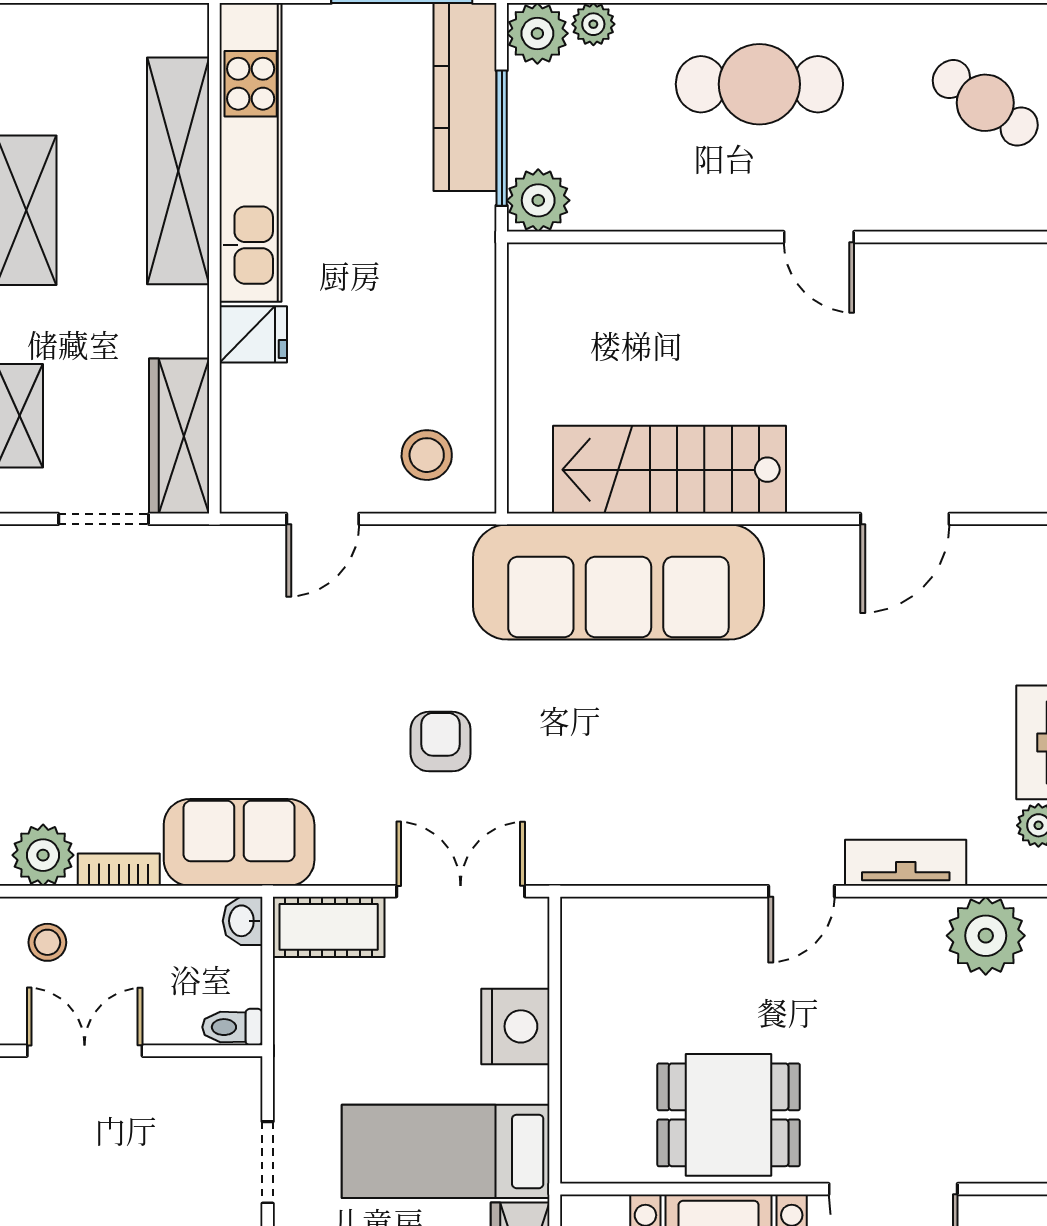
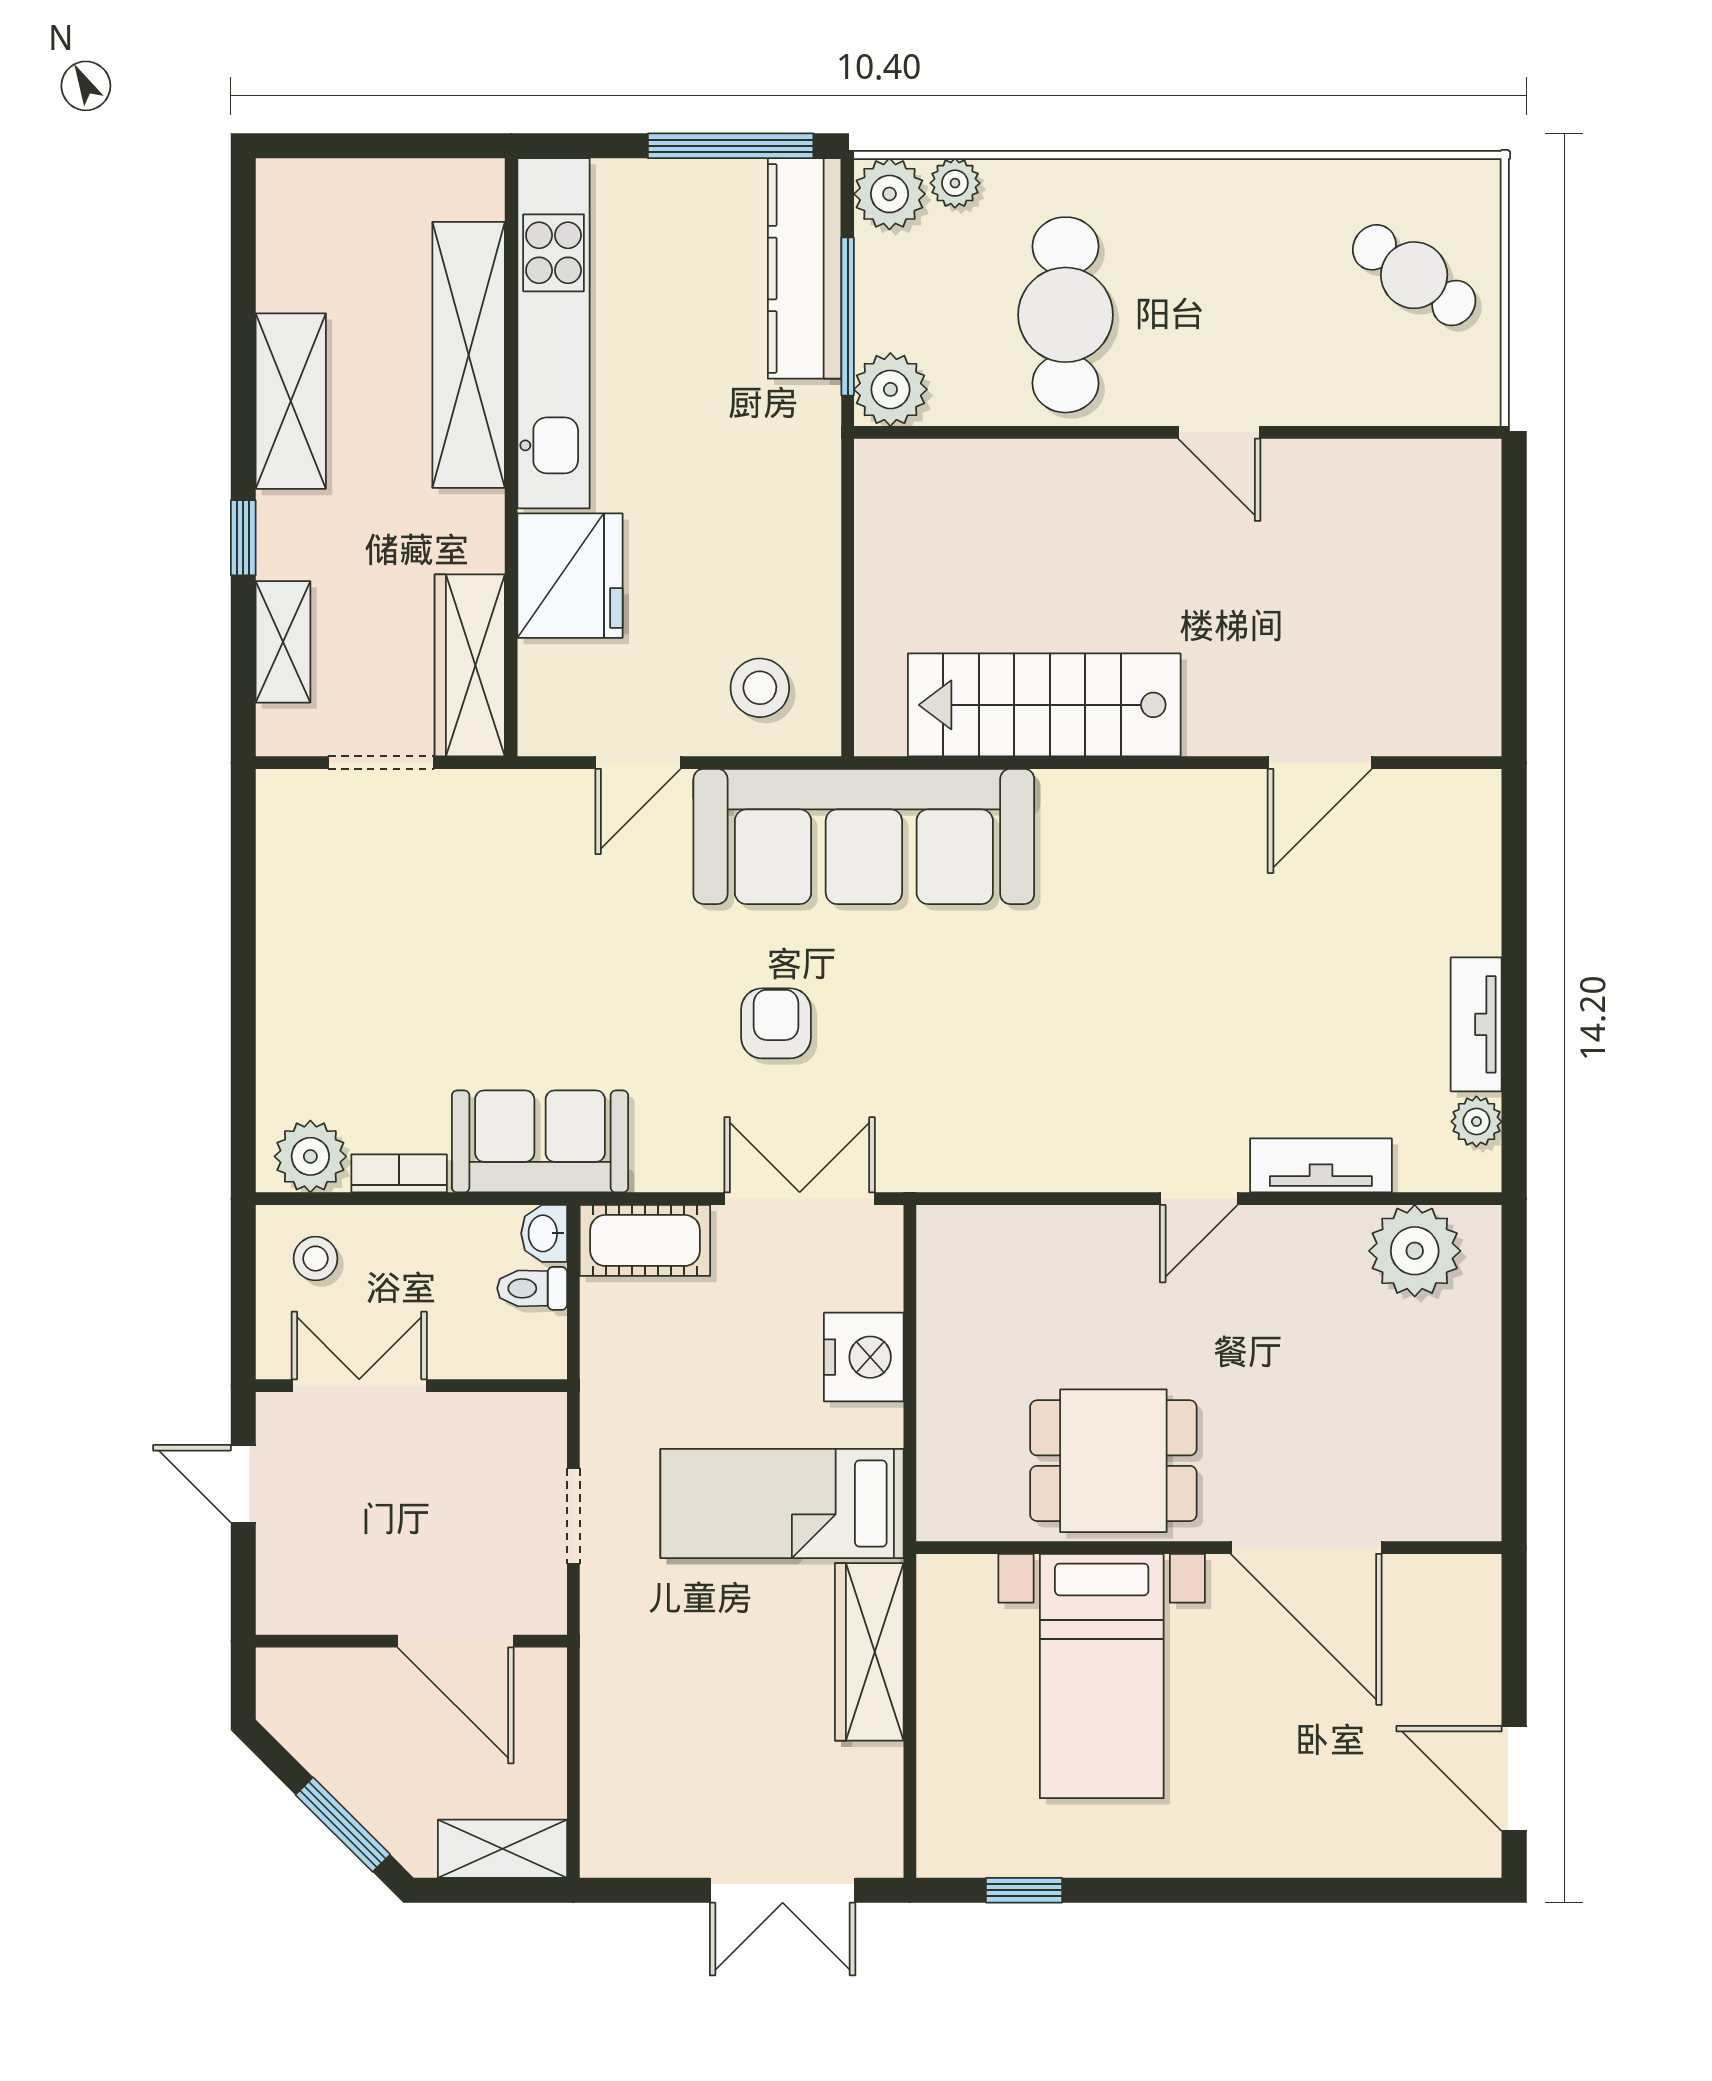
cafe table: (759, 84) -> (1065, 315), moved, turned 90
fridge: (253, 334) -> (570, 576), width x1.88, depth x1.34
sofa: (618, 582) -> (864, 836), moved
toilet: (232, 1027) -> (532, 1288), moved

